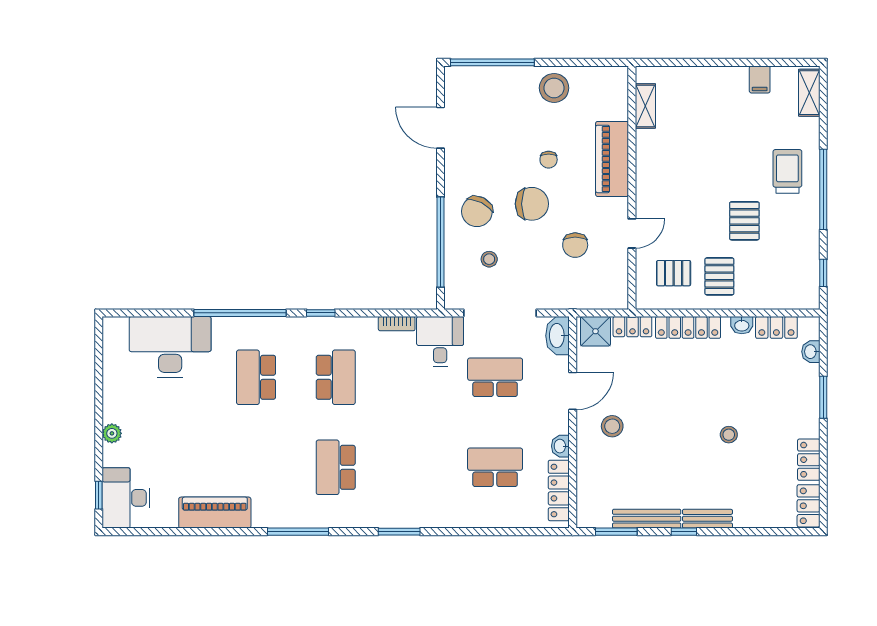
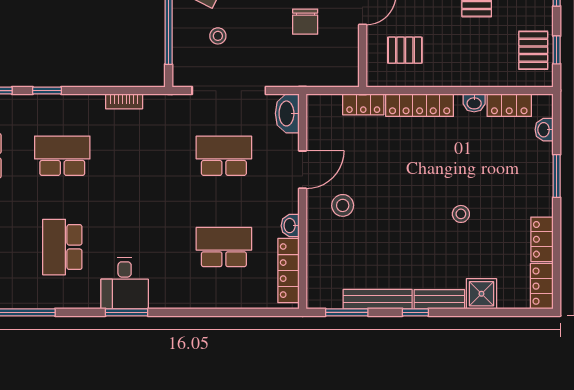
pallet: (719, 276) -> (533, 50), moved
shower: (595, 331) -> (481, 294), moved
desk: (440, 342) -> (125, 283), moved, turned 180
school desk: (336, 377) -> (62, 156), turned -90

